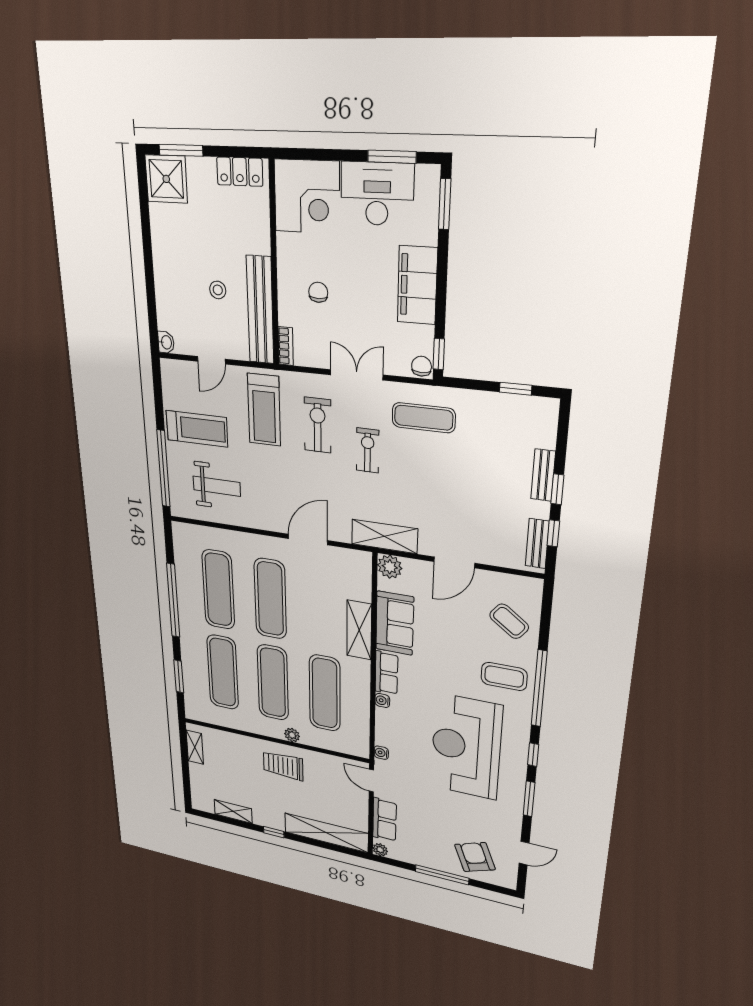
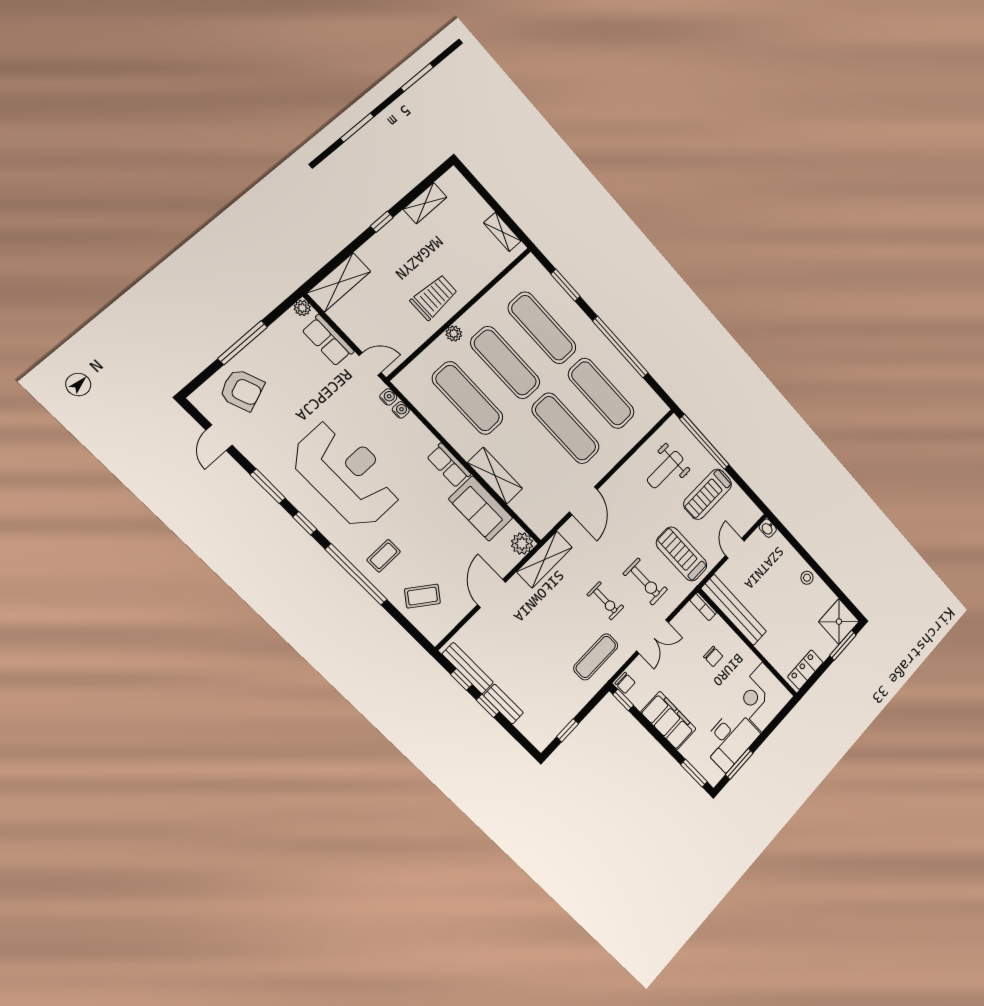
stool: (218, 290) -> (807, 578), moved
bench: (537, 544) -> (468, 668), width x1.36
coffee table: (504, 676) -> (384, 556), width x0.73, depth x0.77
water cooler: (382, 700) -> (401, 410), moved
shelving: (326, 833) -> (339, 282), width x0.68

